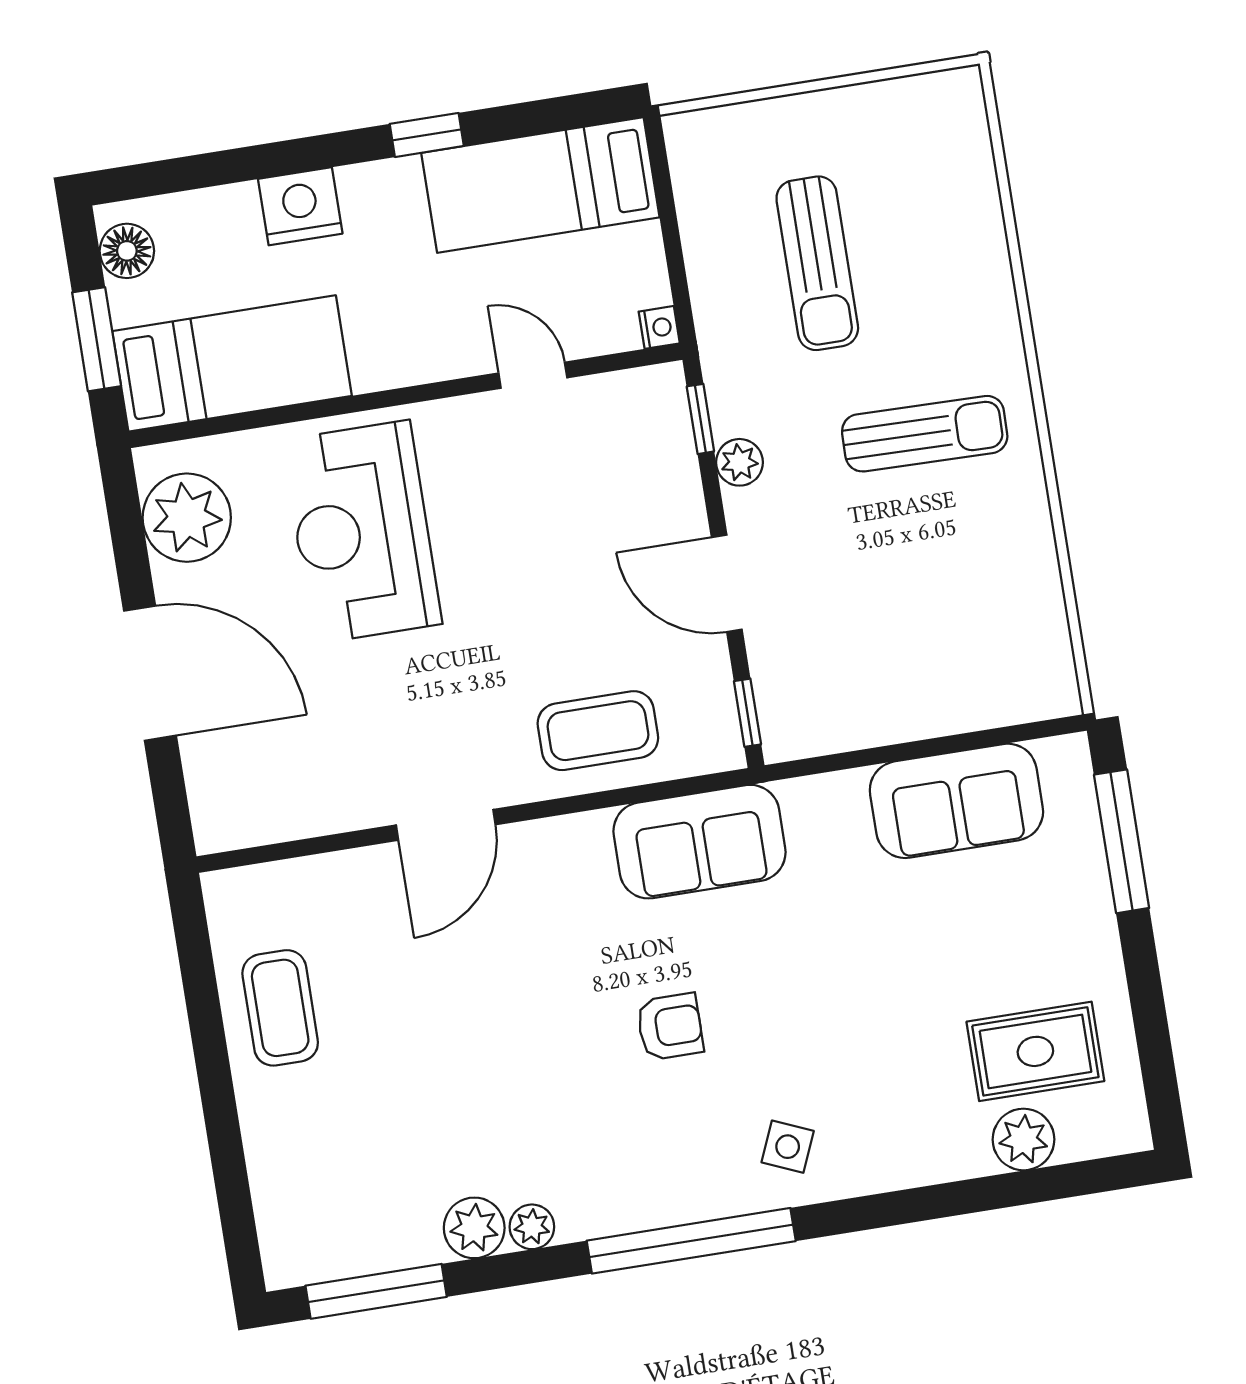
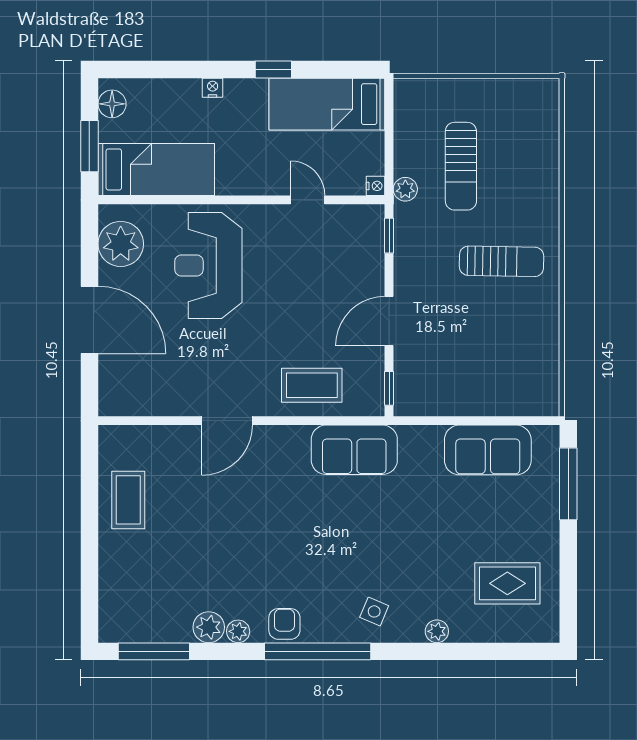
nightstand: (300, 206) -> (213, 88), width x0.53, depth x0.56
plant: (739, 462) -> (405, 189), moved
door: (727, 583) -> (389, 321), hinge flipped
armchair: (670, 1027) -> (284, 624), moved, turned -90
plant: (1023, 1139) -> (437, 631), moved, width x0.73, depth x0.73

